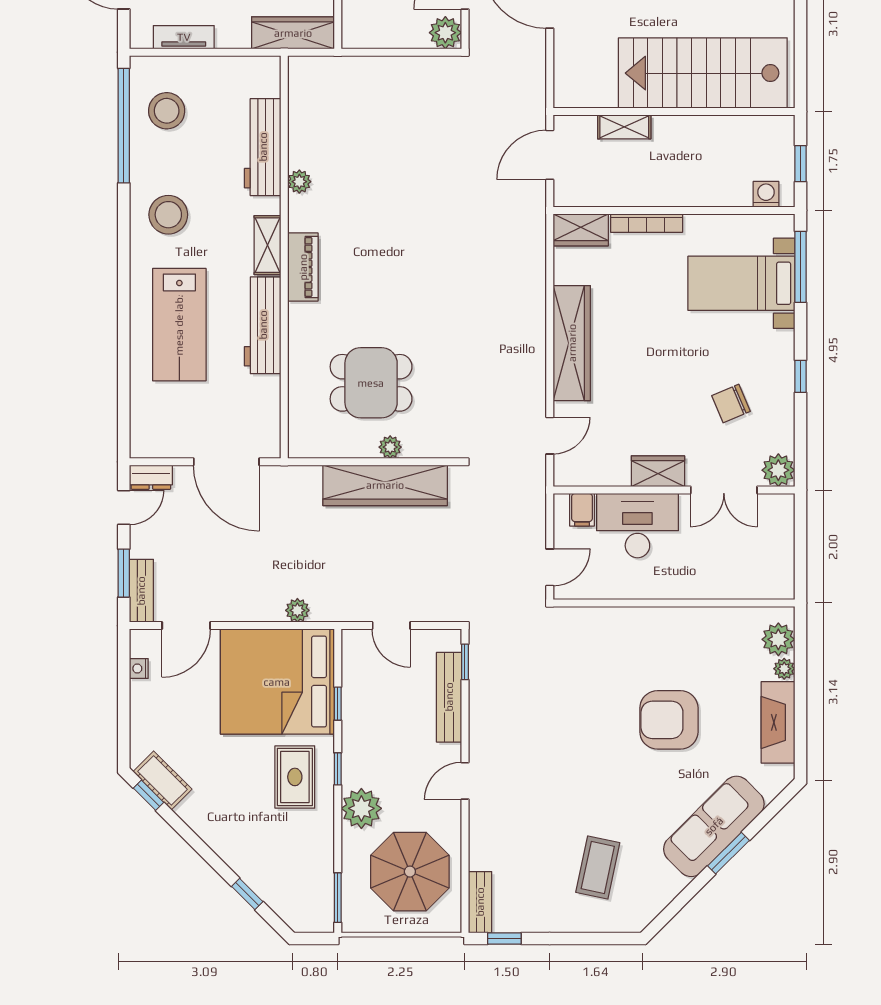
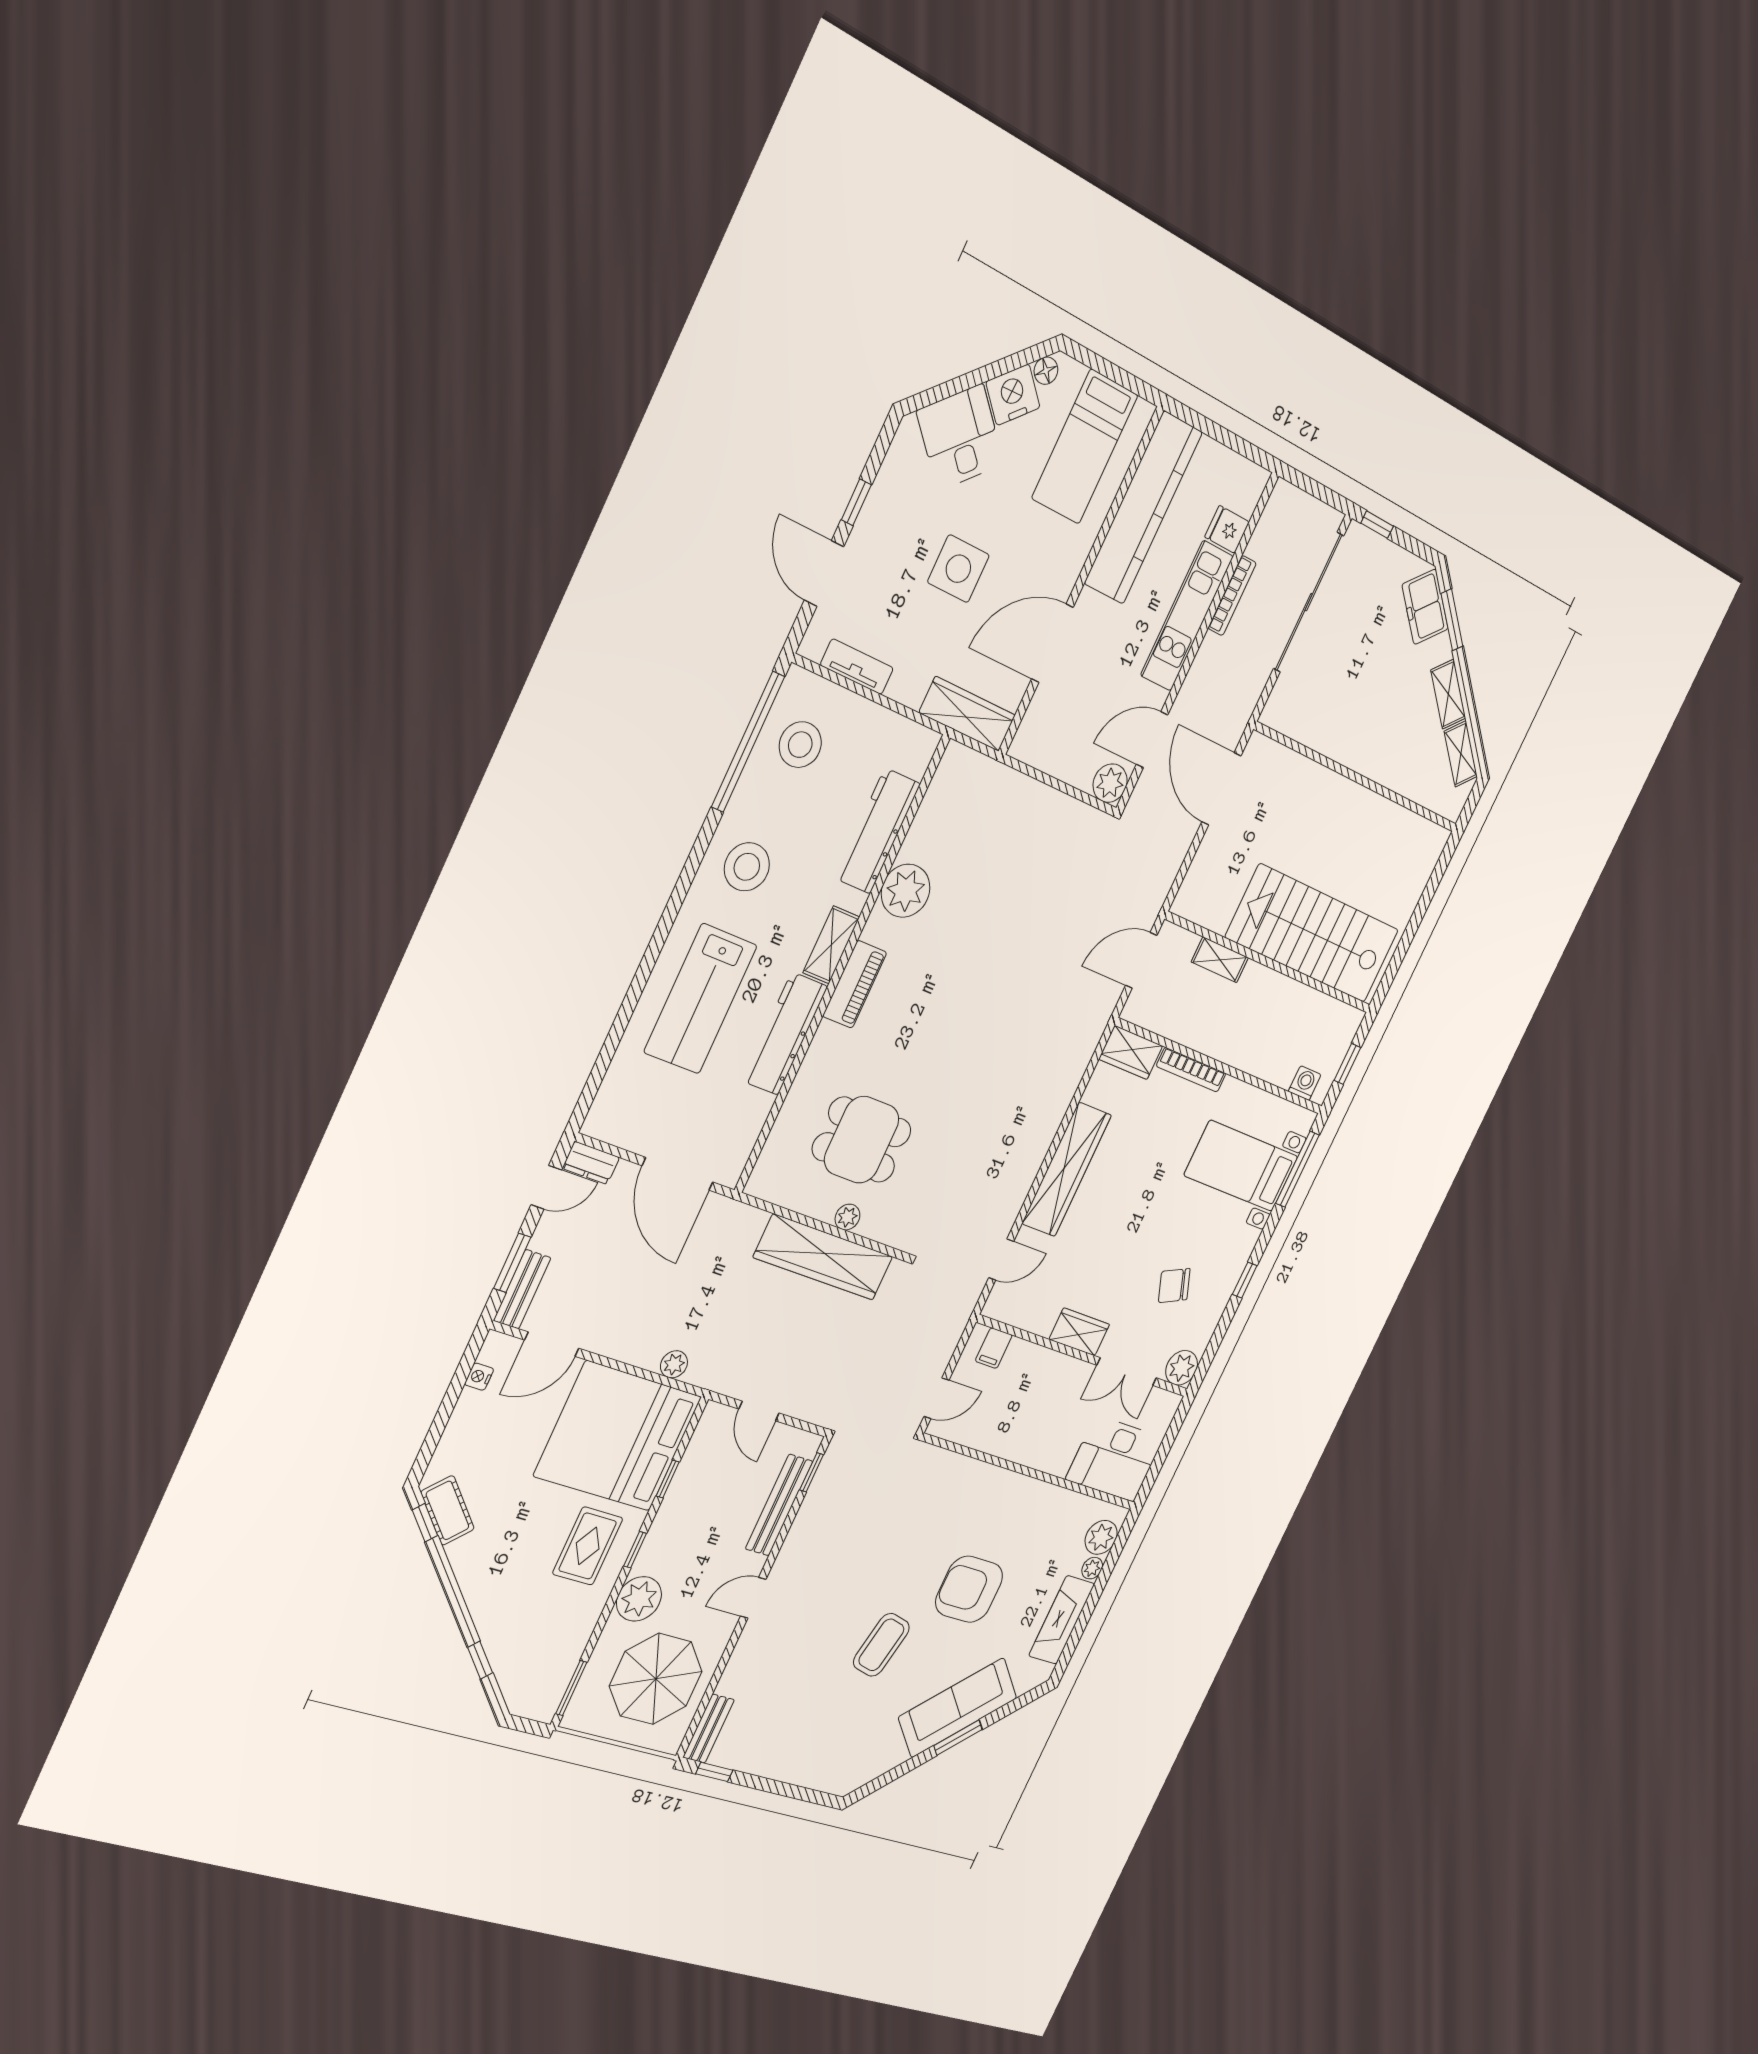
plant: (299, 182) -> (906, 891), width x1.88, depth x1.88
desk: (637, 526) -> (1115, 1459), moved, turned 180
coffee table: (598, 867) -> (881, 1645), moved

